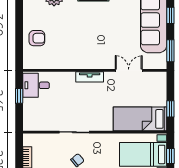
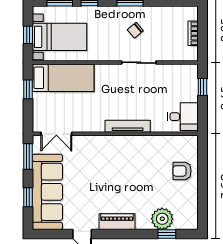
double door: (129, 70) -> (56, 134), moved
tv unit: (90, 77) -> (128, 126), width x1.41
window: (19, 96) -> (202, 87), moved

